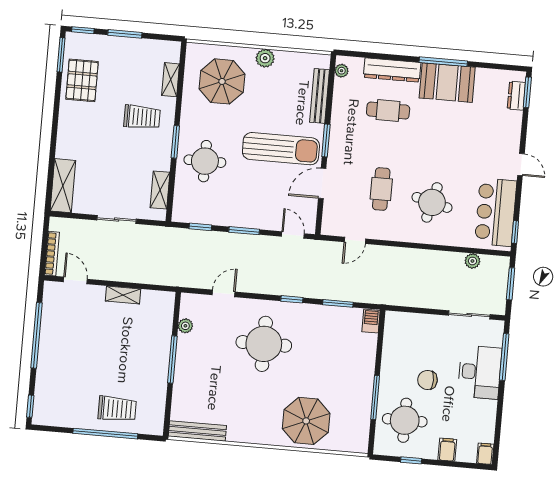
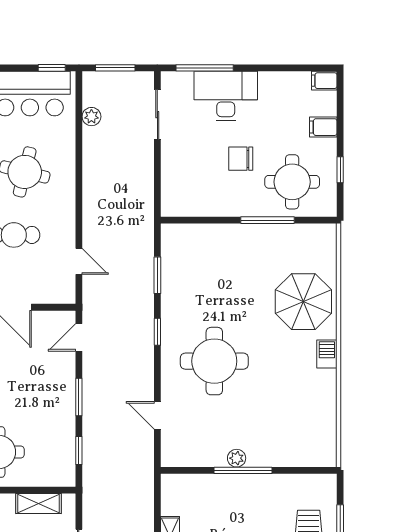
barbecue: (371, 321) -> (327, 354), moved, turned 90
plant: (185, 326) -> (237, 458), moved
chair: (427, 380) -> (241, 159), turned 90
bench: (197, 431) -> (327, 432), removed

